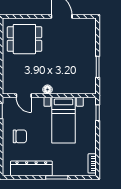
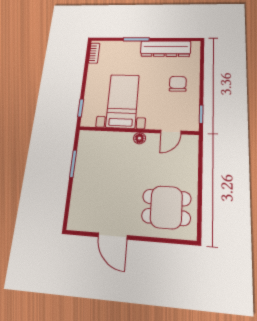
door: (24, 96) -> (171, 132), swing flipped
chair: (20, 136) -> (178, 84), turned 90

